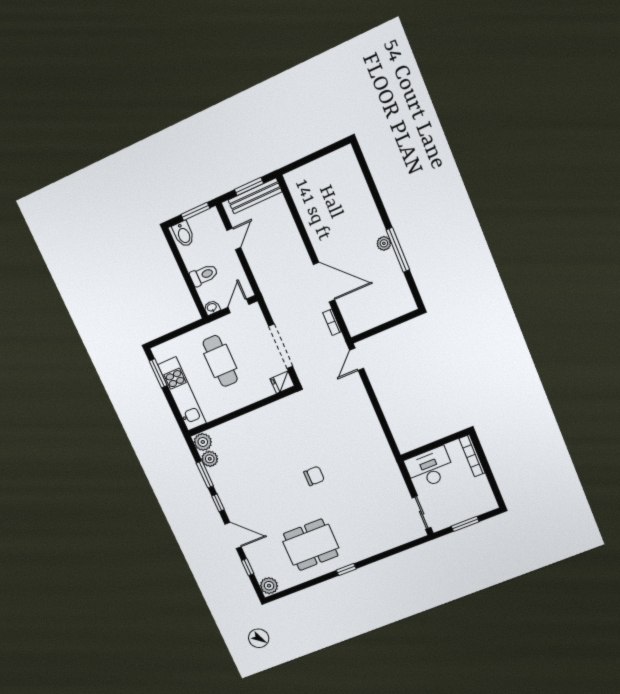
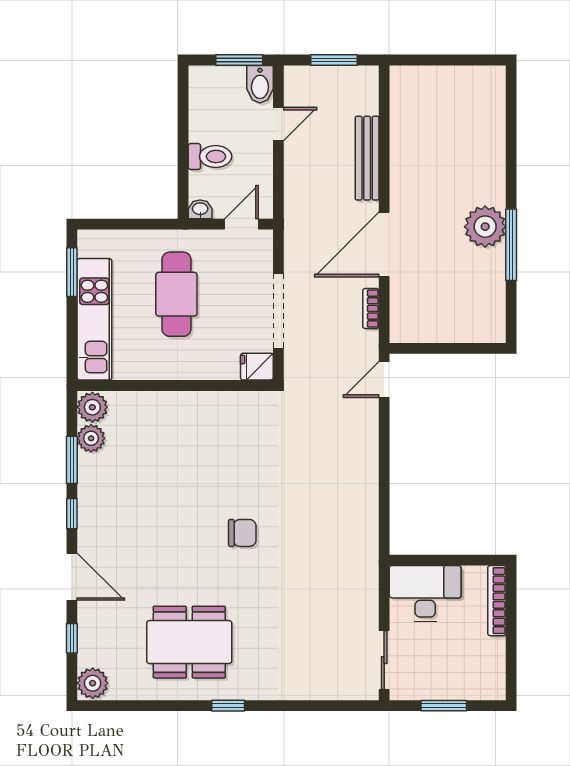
bench: (255, 196) -> (367, 158), moved, turned 90
bidet: (183, 234) -> (260, 84), moved
plant: (384, 243) -> (485, 227), width x1.87, depth x1.87
door: (324, 282) -> (384, 245), swing flipped

